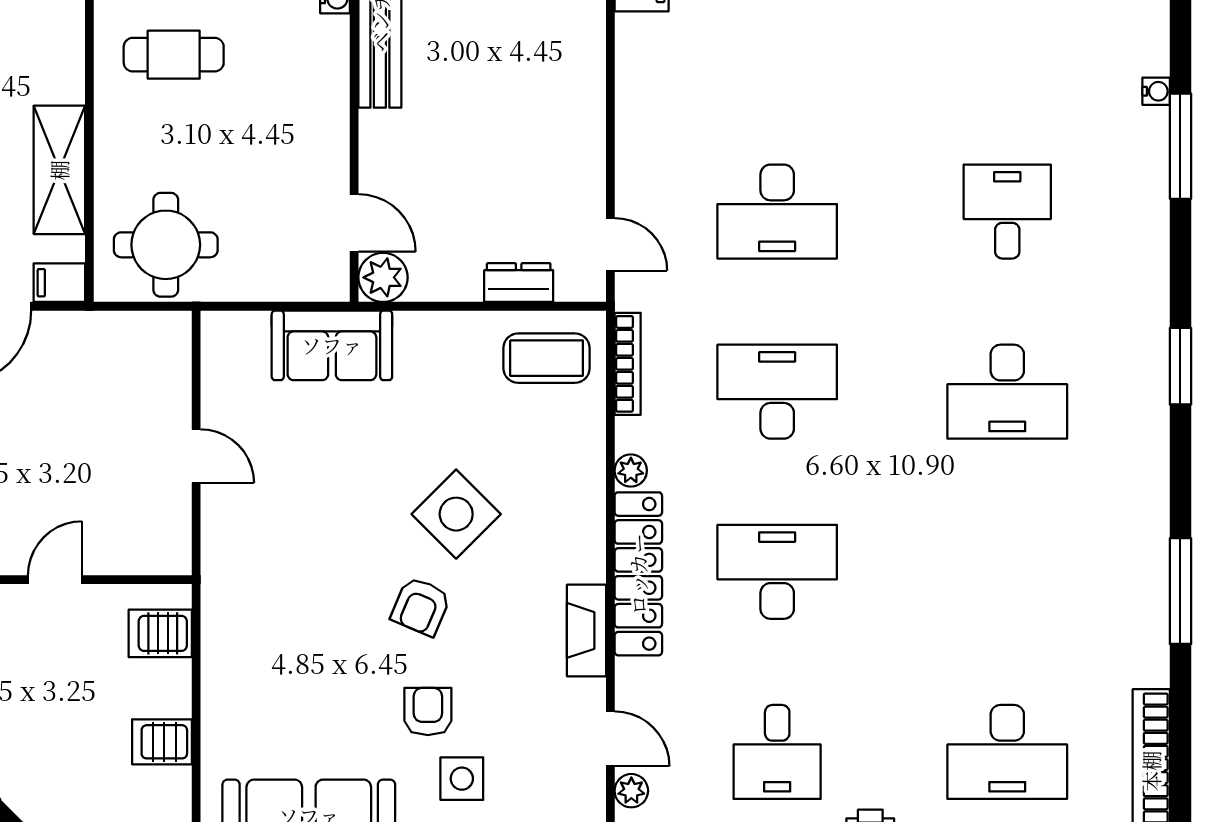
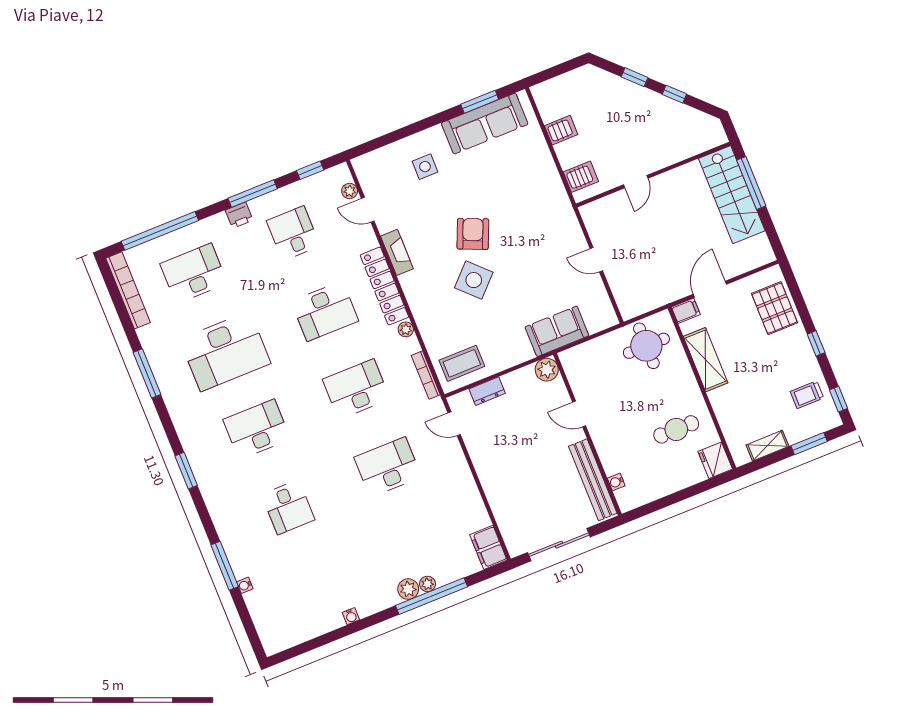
door: (354, 223) -> (579, 414), moved
desk: (777, 392) -> (356, 389), turned 180
desk: (1007, 572) -> (225, 351), added
armchair: (421, 606) -> (473, 234), width x1.38, depth x1.38
armchair: (428, 711) -> (451, 190), removed

